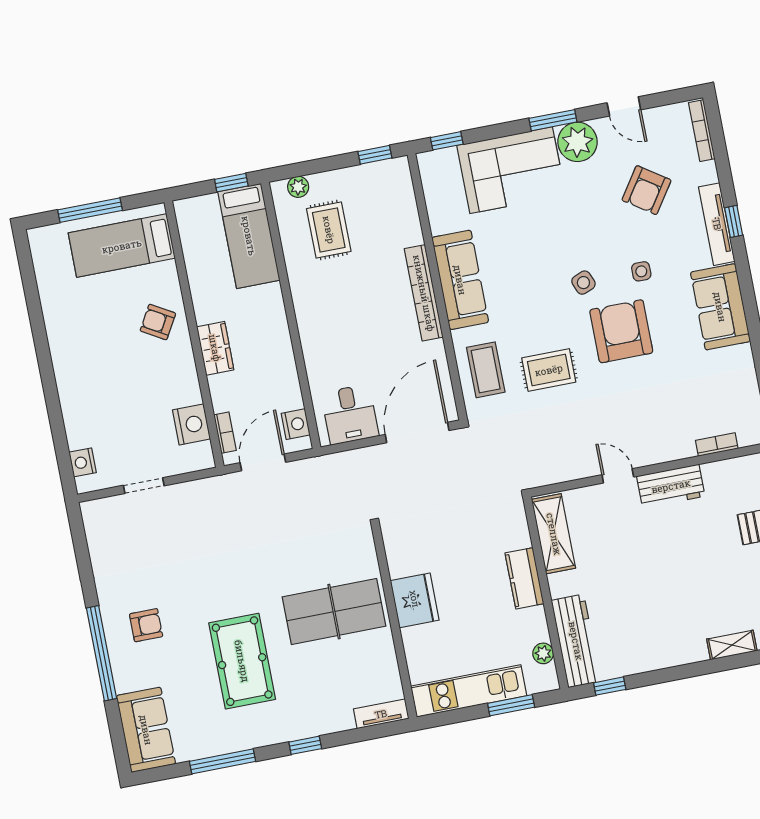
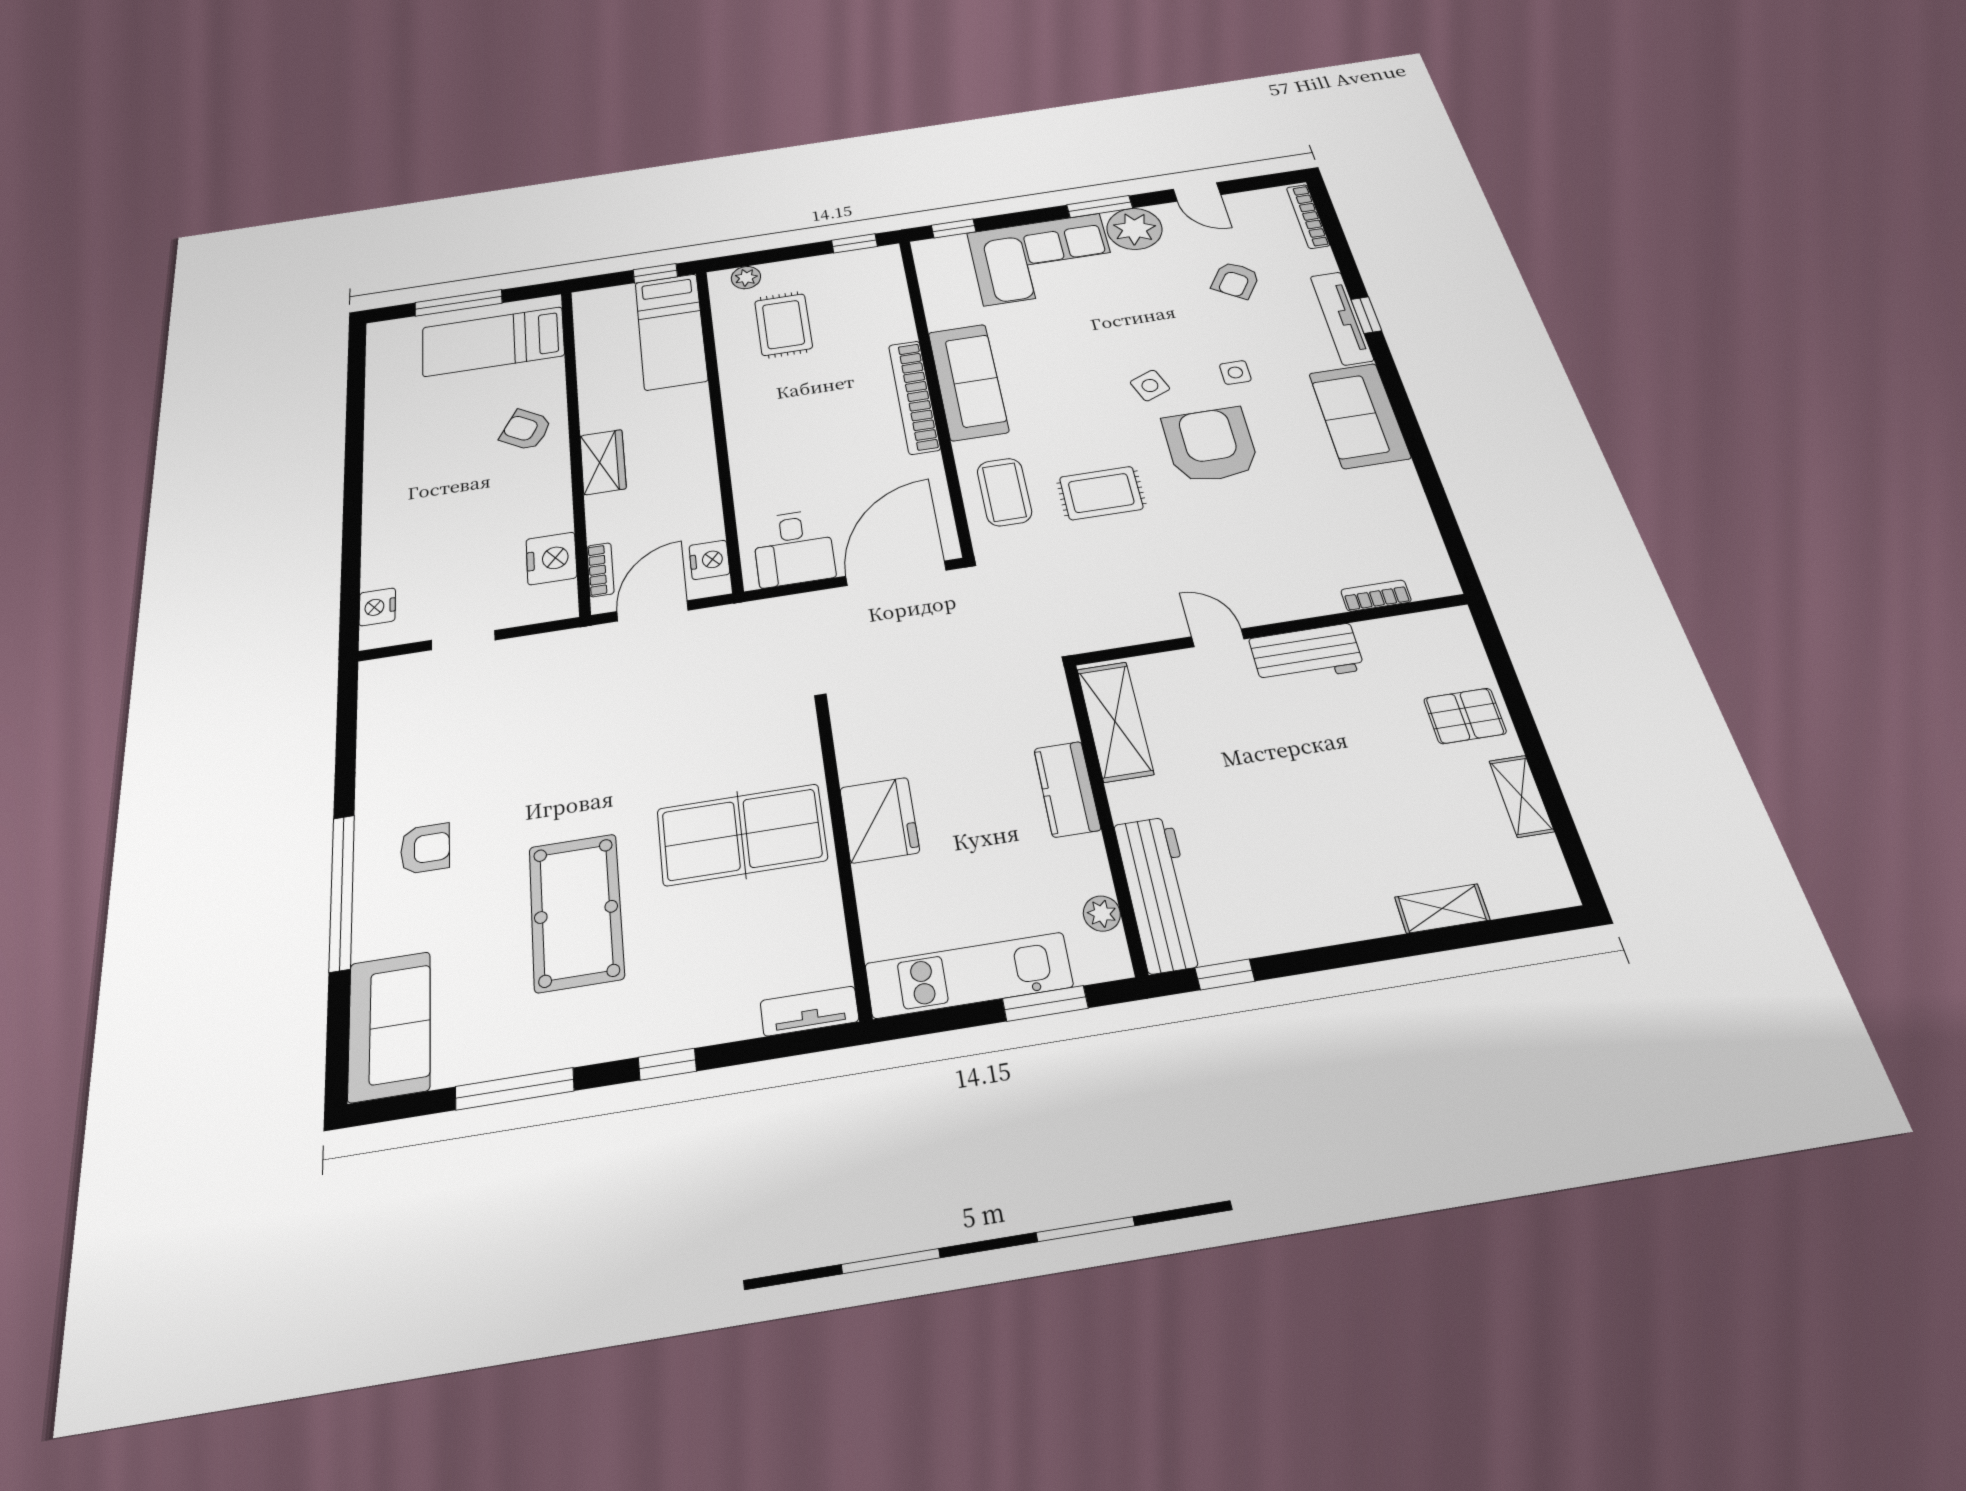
armchair: (647, 190) -> (1236, 280), width x0.72, depth x0.72

